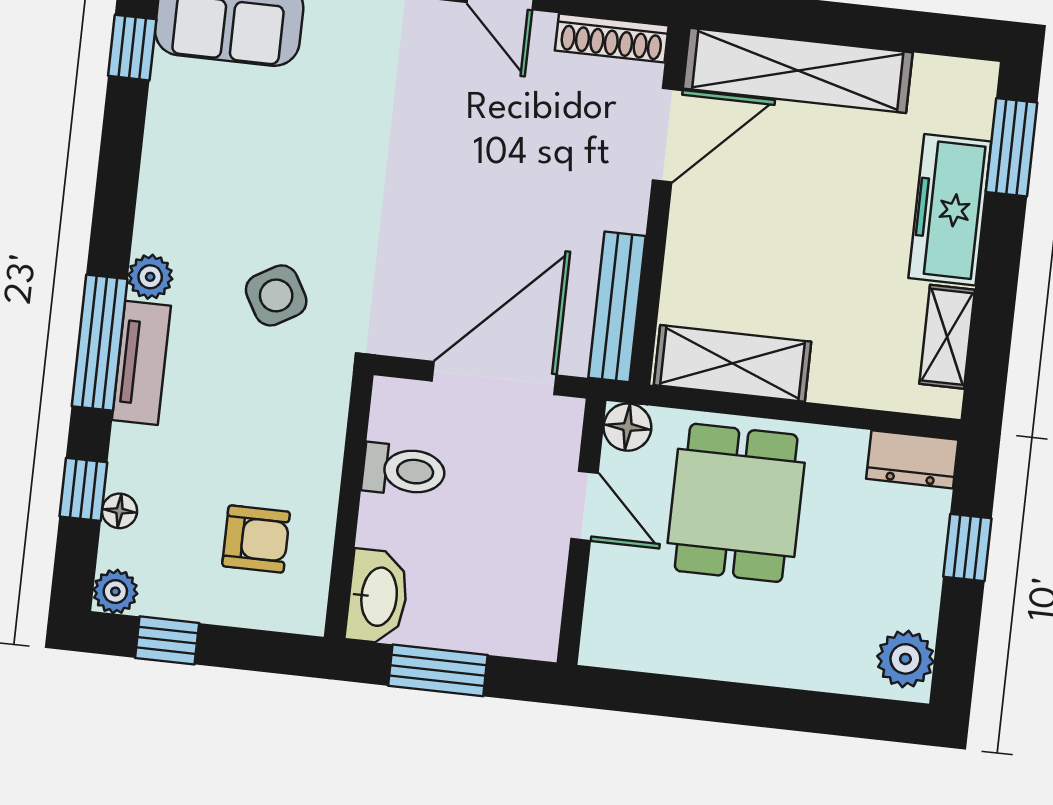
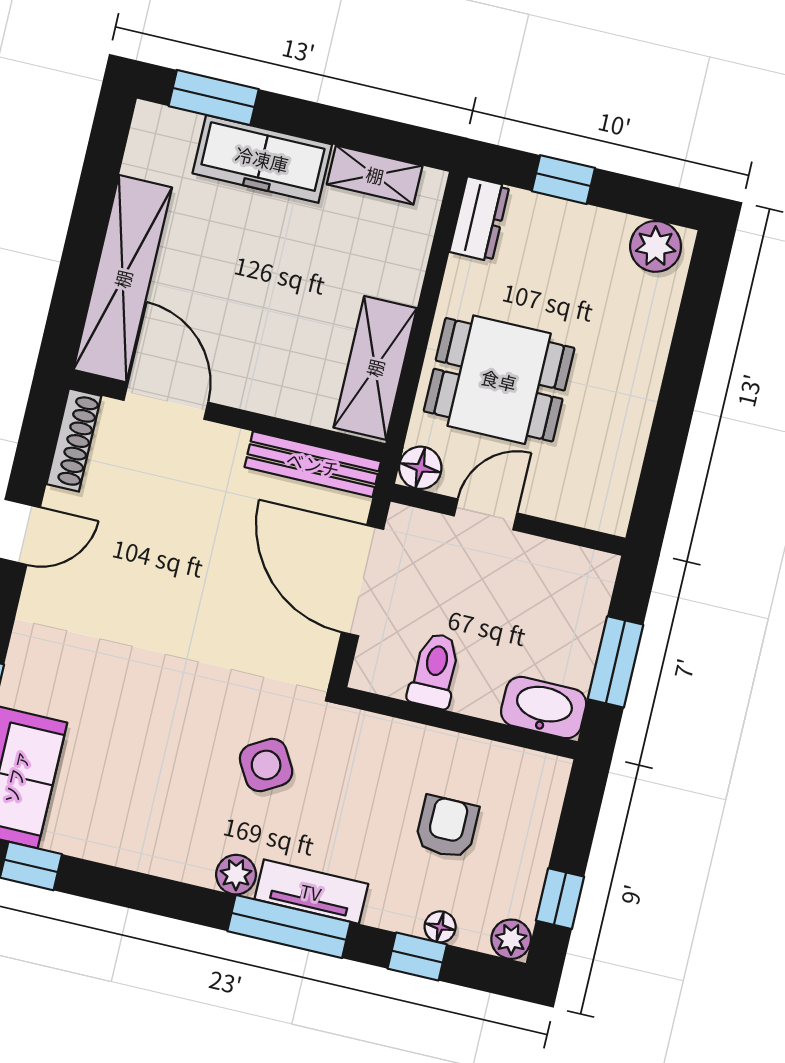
armchair: (256, 539) -> (447, 827), moved

